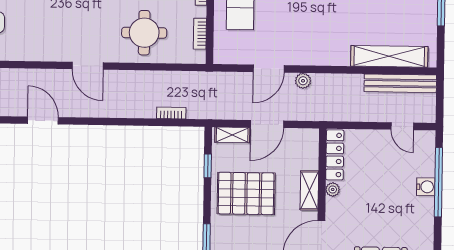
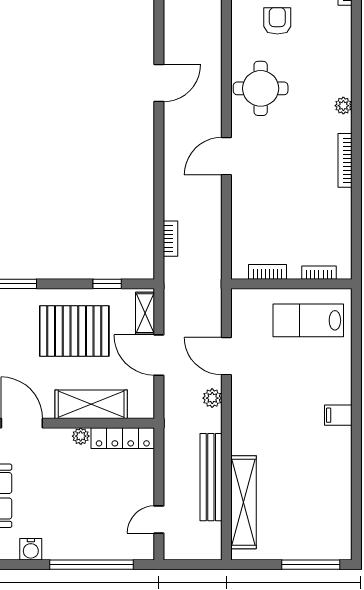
round table: (144, 33) -> (261, 88), moved
door: (88, 66) -> (226, 156), moved
bench: (400, 83) -> (211, 477), moved
water cooler: (426, 187) -> (31, 549), moved
shelving: (309, 190) -> (91, 404), width x1.50, depth x1.33
pallet: (246, 193) -> (74, 331), turned 90

